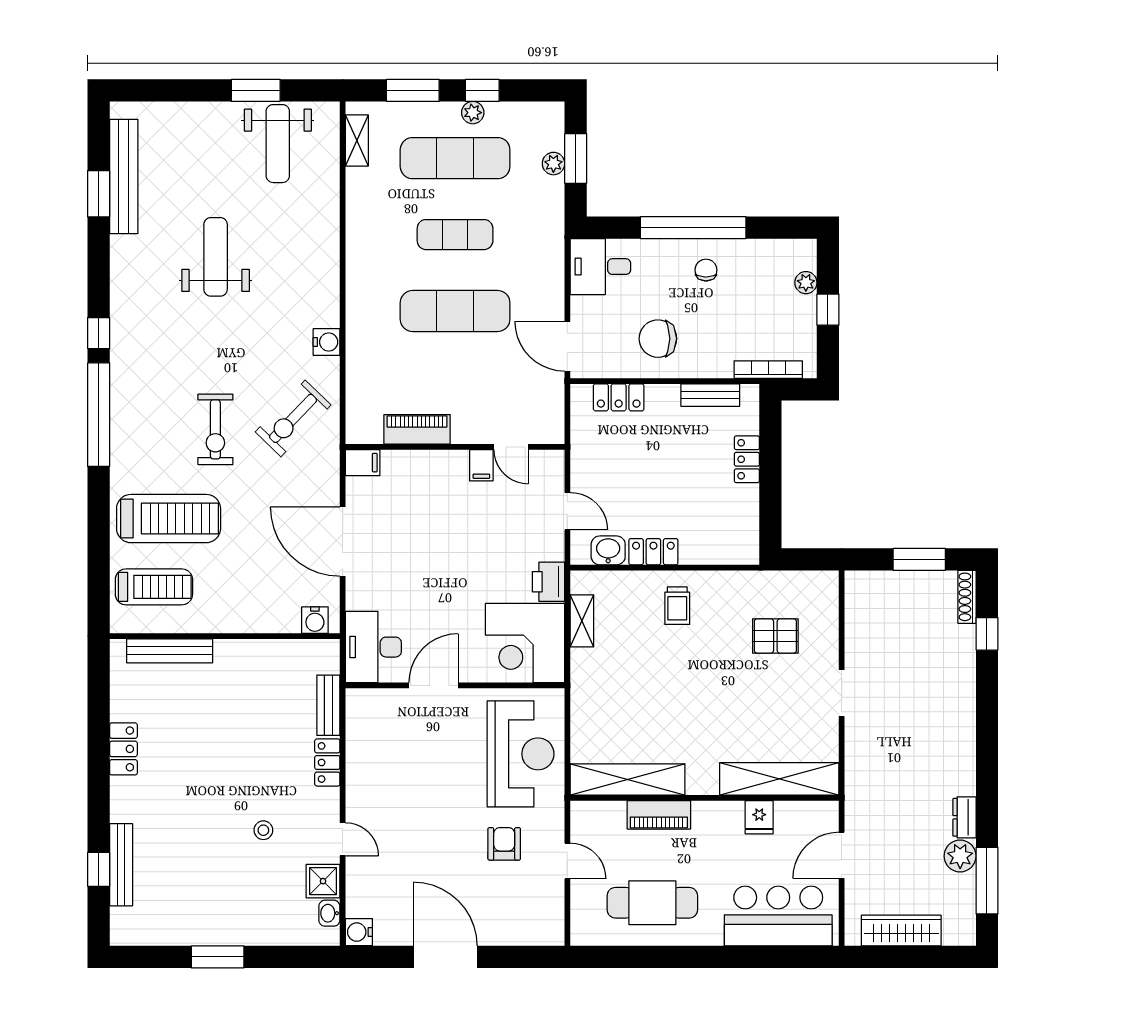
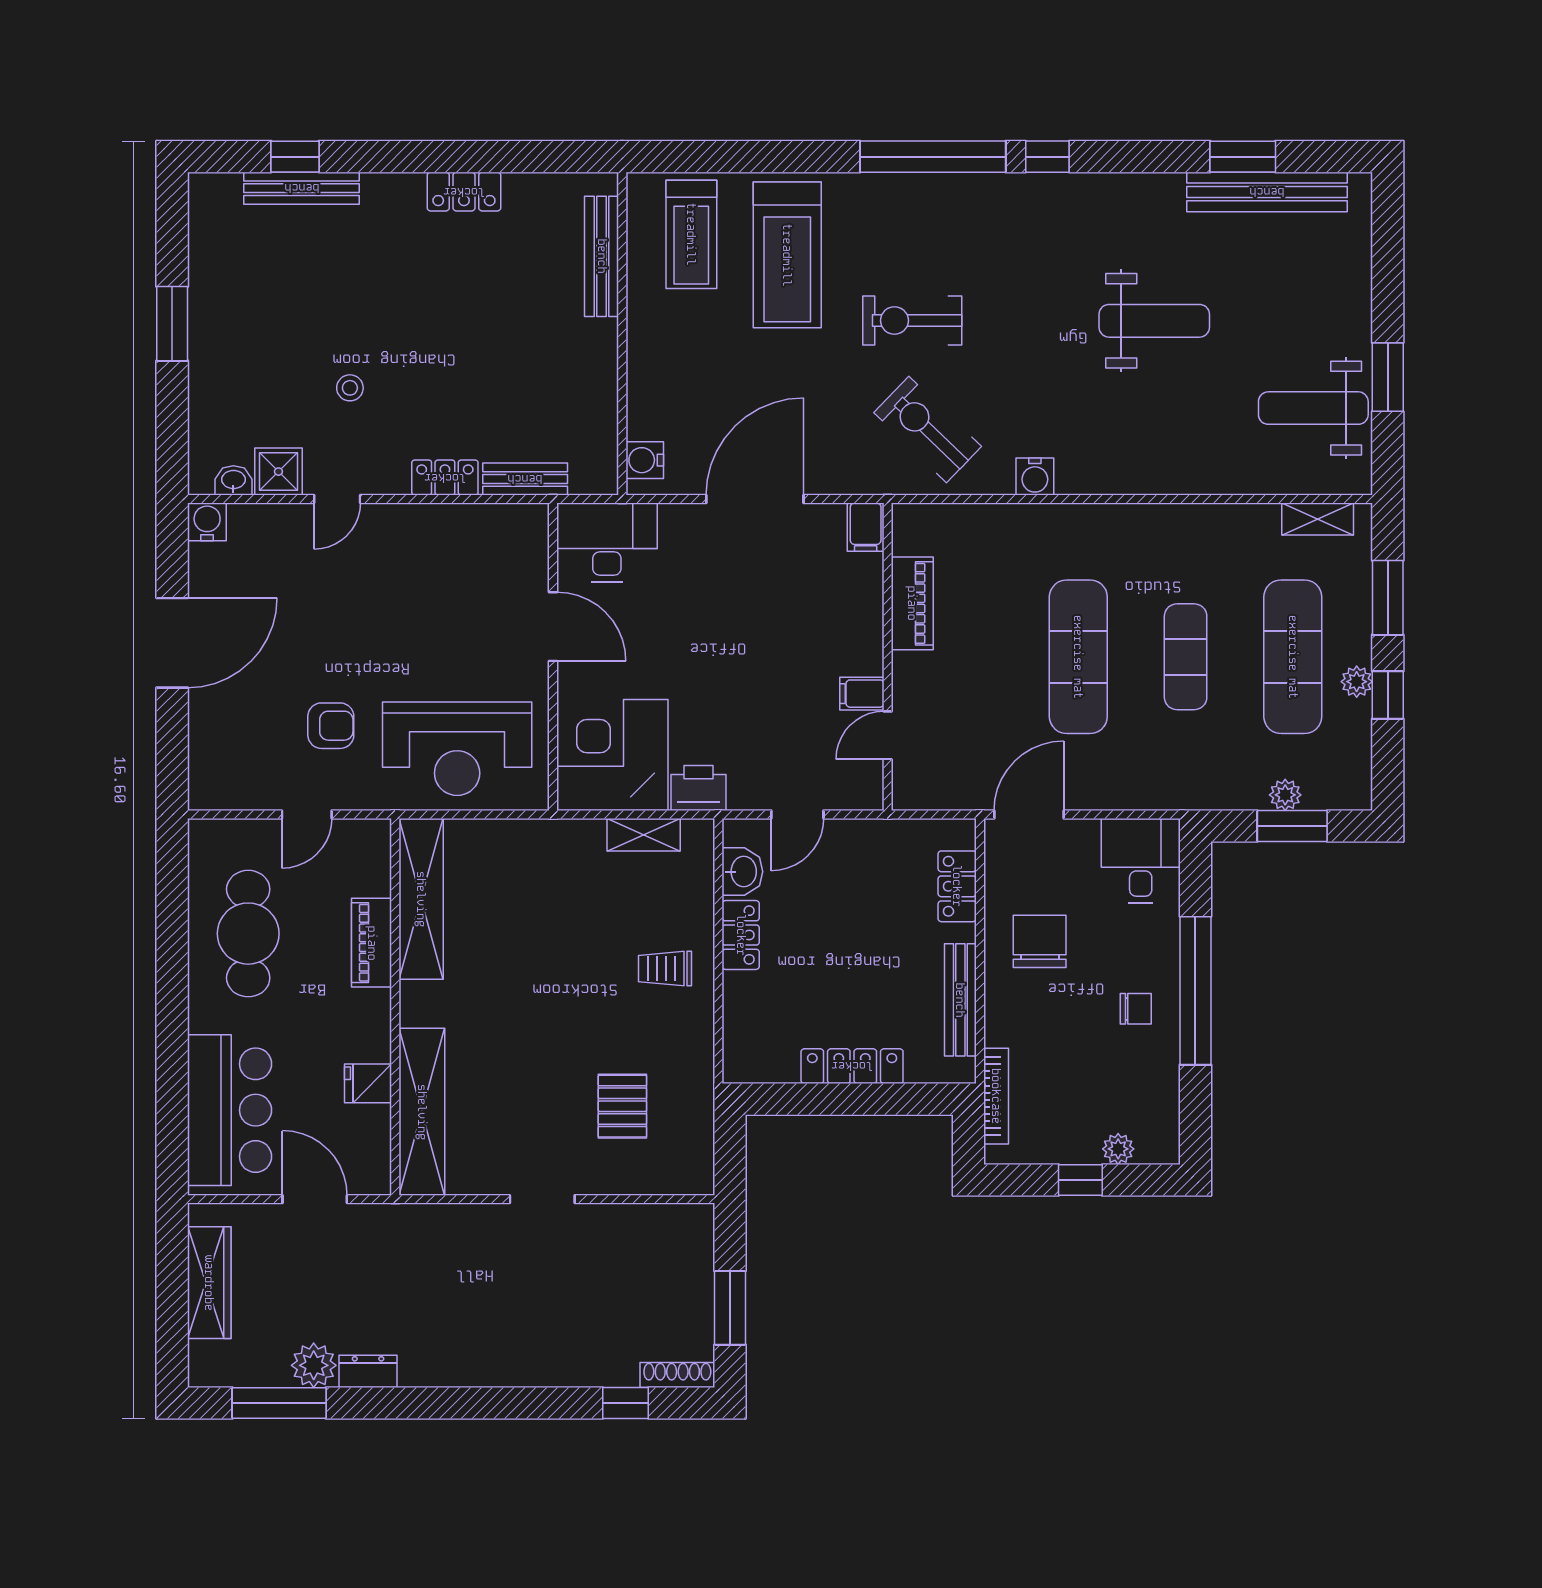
bench: (710, 395) -> (960, 1000), width x1.36
locker: (747, 459) -> (852, 1066), width x1.53

